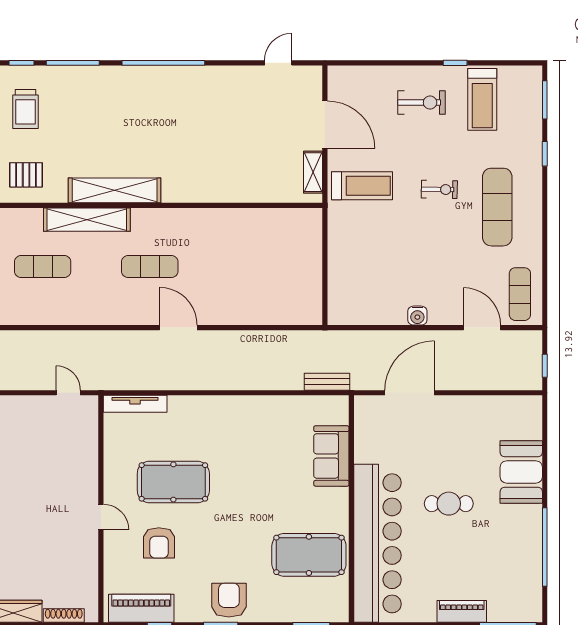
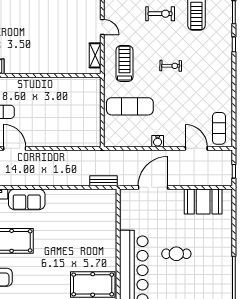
door: (325, 125) -> (102, 27), width x0.53
treadmill: (362, 186) -> (124, 63), turned -90
exercise mat: (497, 207) -> (130, 106), moved, turned 90
sofa: (331, 456) -> (27, 199), moved, turned -90
booth: (521, 472) -> (203, 201), moved, turned 90

